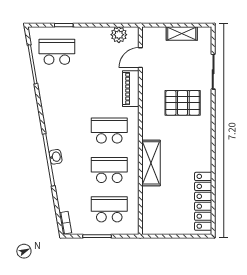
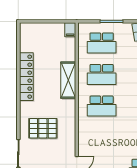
piano: (131, 89) -> (84, 140), removed
locker: (203, 201) -> (26, 77), moved
filing cabinet: (148, 226) -> (70, 30), added

